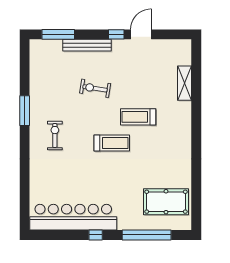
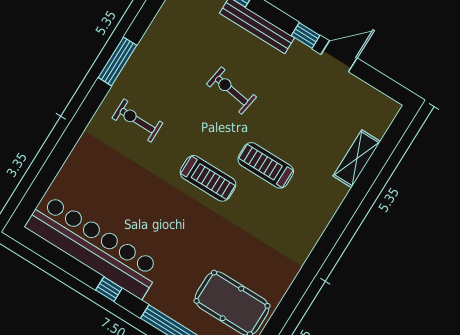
exercise bike: (55, 136) -> (137, 120), turned -90

